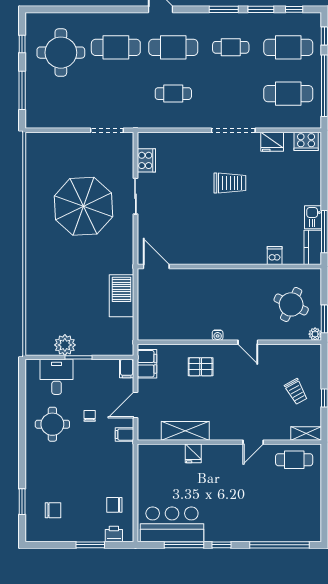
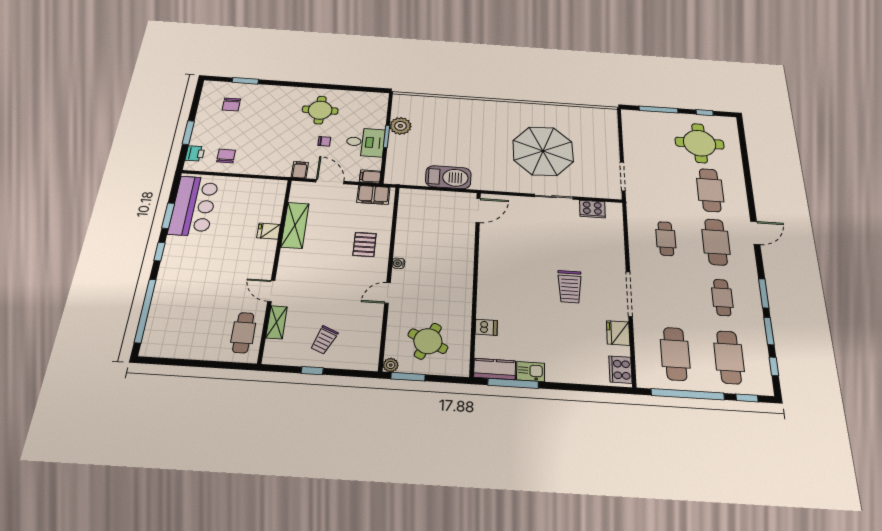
desk: (57, 377) -> (365, 142), moved
trolley: (296, 392) -> (324, 340), turned -38
shelving: (306, 434) -> (276, 322), moved
window: (184, 545) -> (168, 216), width x0.69

